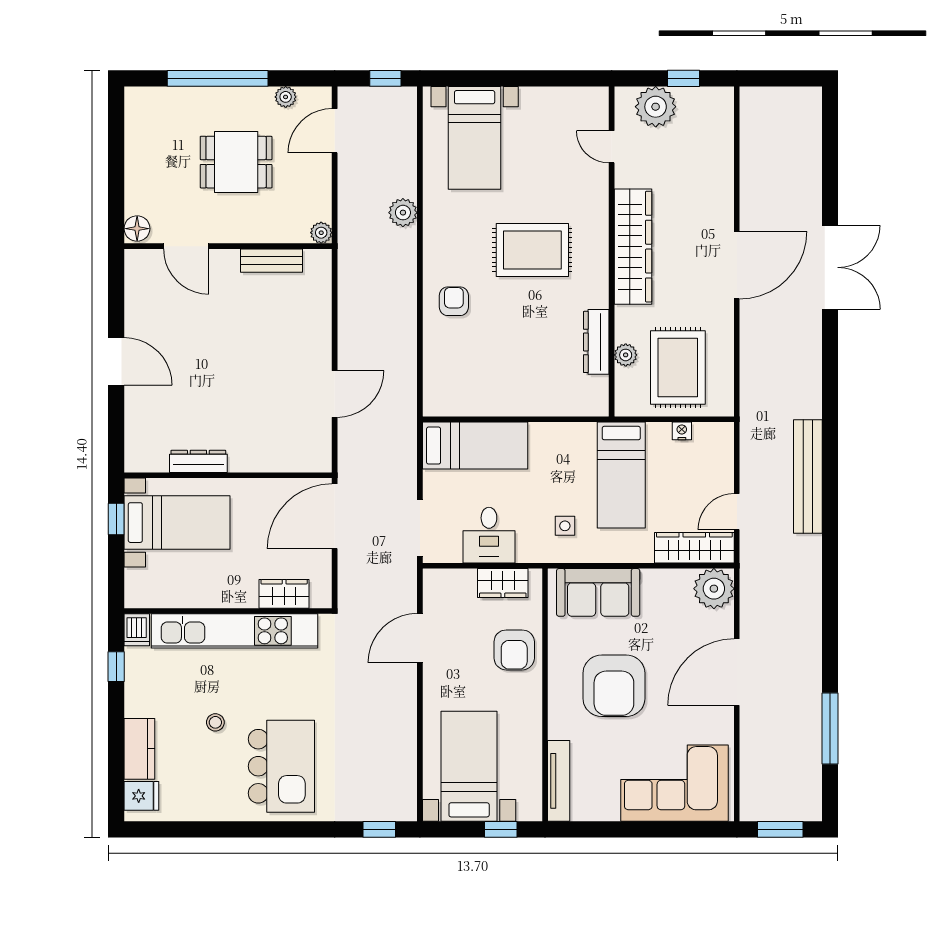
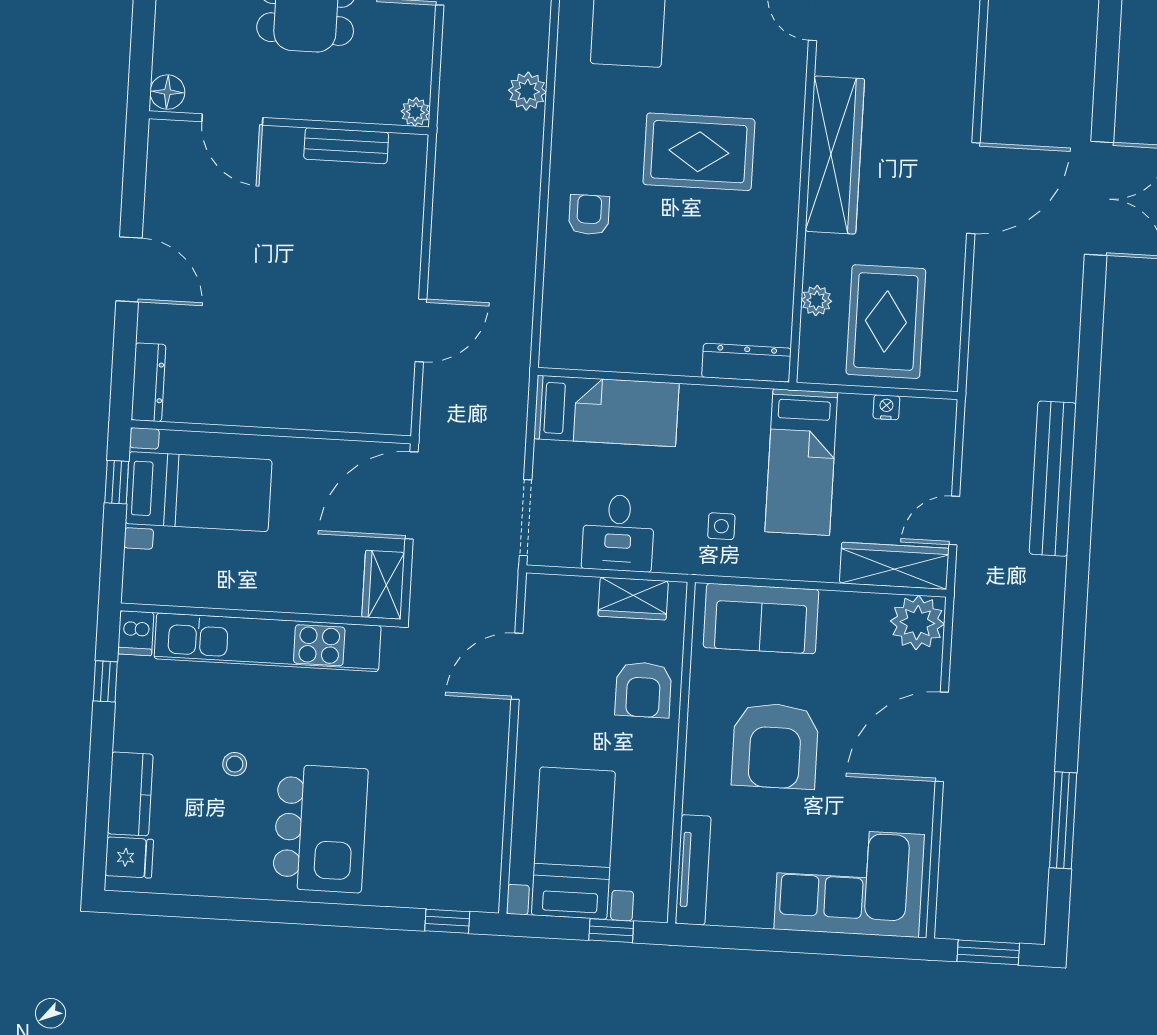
dresser: (596, 342) -> (746, 363), moved, turned 90
dresser: (198, 461) -> (149, 382), moved, turned 90
wardrobe: (284, 594) -> (383, 585), moved, turned -90

